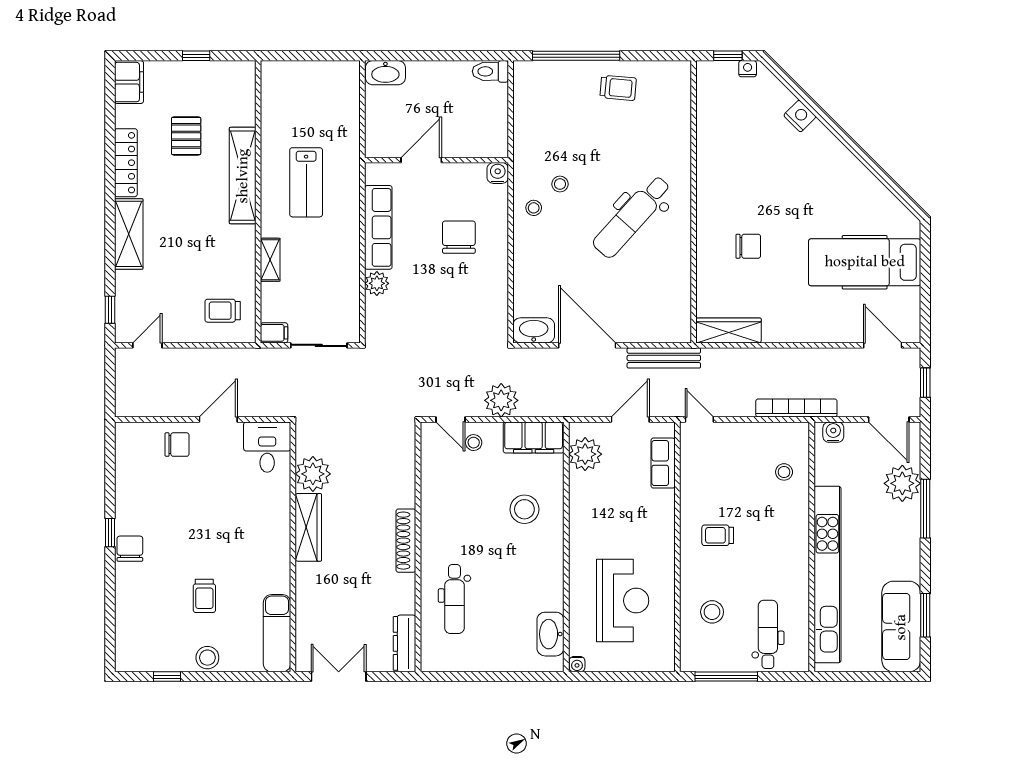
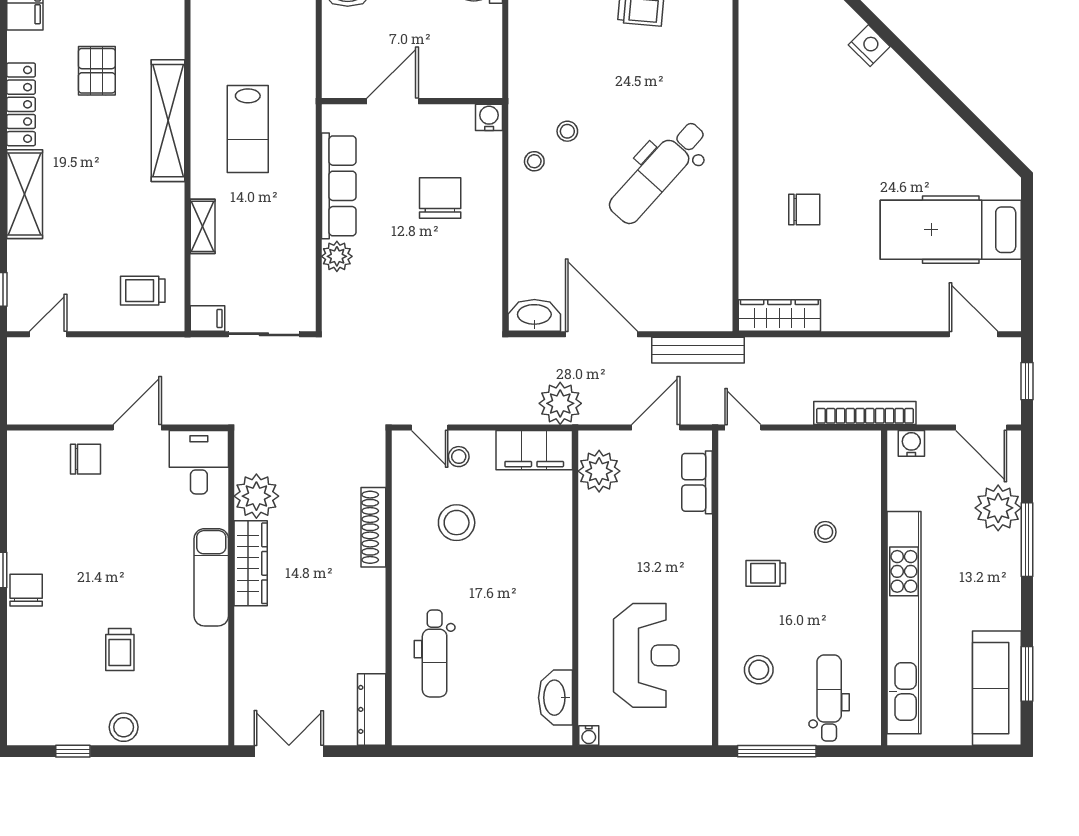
plant: (501, 400) -> (560, 403), moved
stool: (784, 472) -> (825, 532), moved
stool: (524, 509) -> (457, 523), moved
shoe rack: (406, 541) -> (373, 527), moved
exam couch: (277, 633) -> (211, 577), moved

